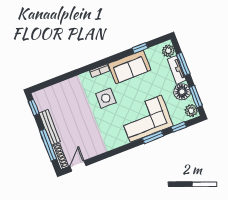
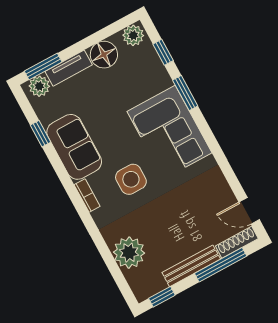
window: (183, 64) -> (43, 67), moved
plant: (62, 91) -> (129, 253), added
window: (196, 97) -> (109, 31), removed
corner sofa: (146, 119) -> (169, 132), moved

